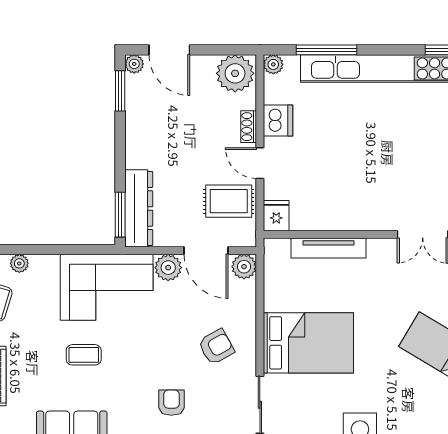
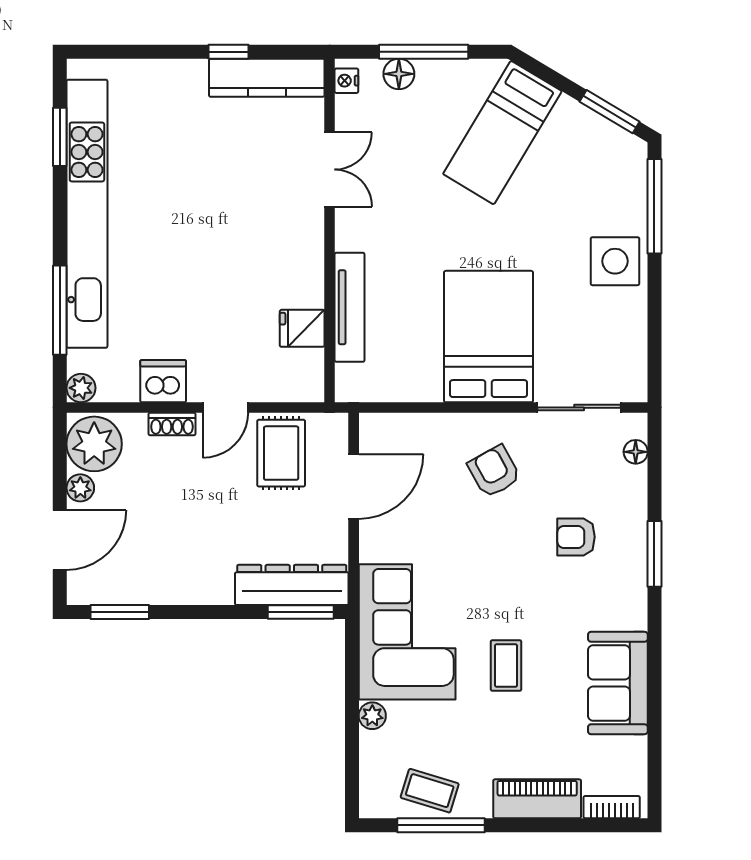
plant: (134, 64) -> (80, 488), moved
fridge: (276, 216) -> (302, 328), moved
plant: (19, 263) -> (372, 716), moved
plant: (244, 267) -> (377, 431), removed
plant: (168, 268) -> (378, 542), removed

